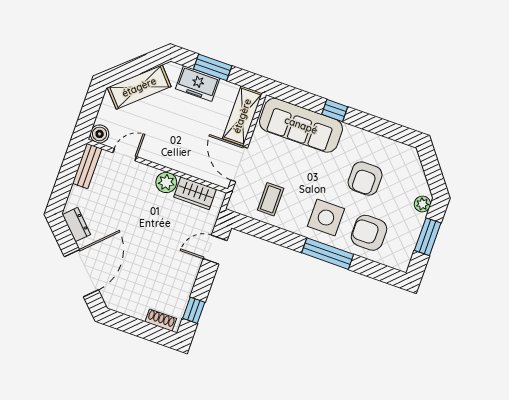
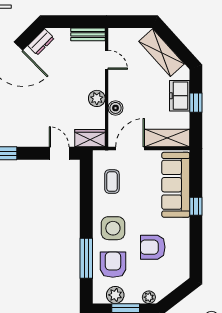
window: (213, 67) -> (196, 103), width x0.67
boiler: (100, 134) -> (115, 108), moved
wardrobe: (195, 193) -> (90, 138), moved, turned 90
coffee table: (271, 199) -> (112, 182), turned 90
plant: (406, 243) -> (115, 295), added
window: (328, 254) -> (86, 258), moved

